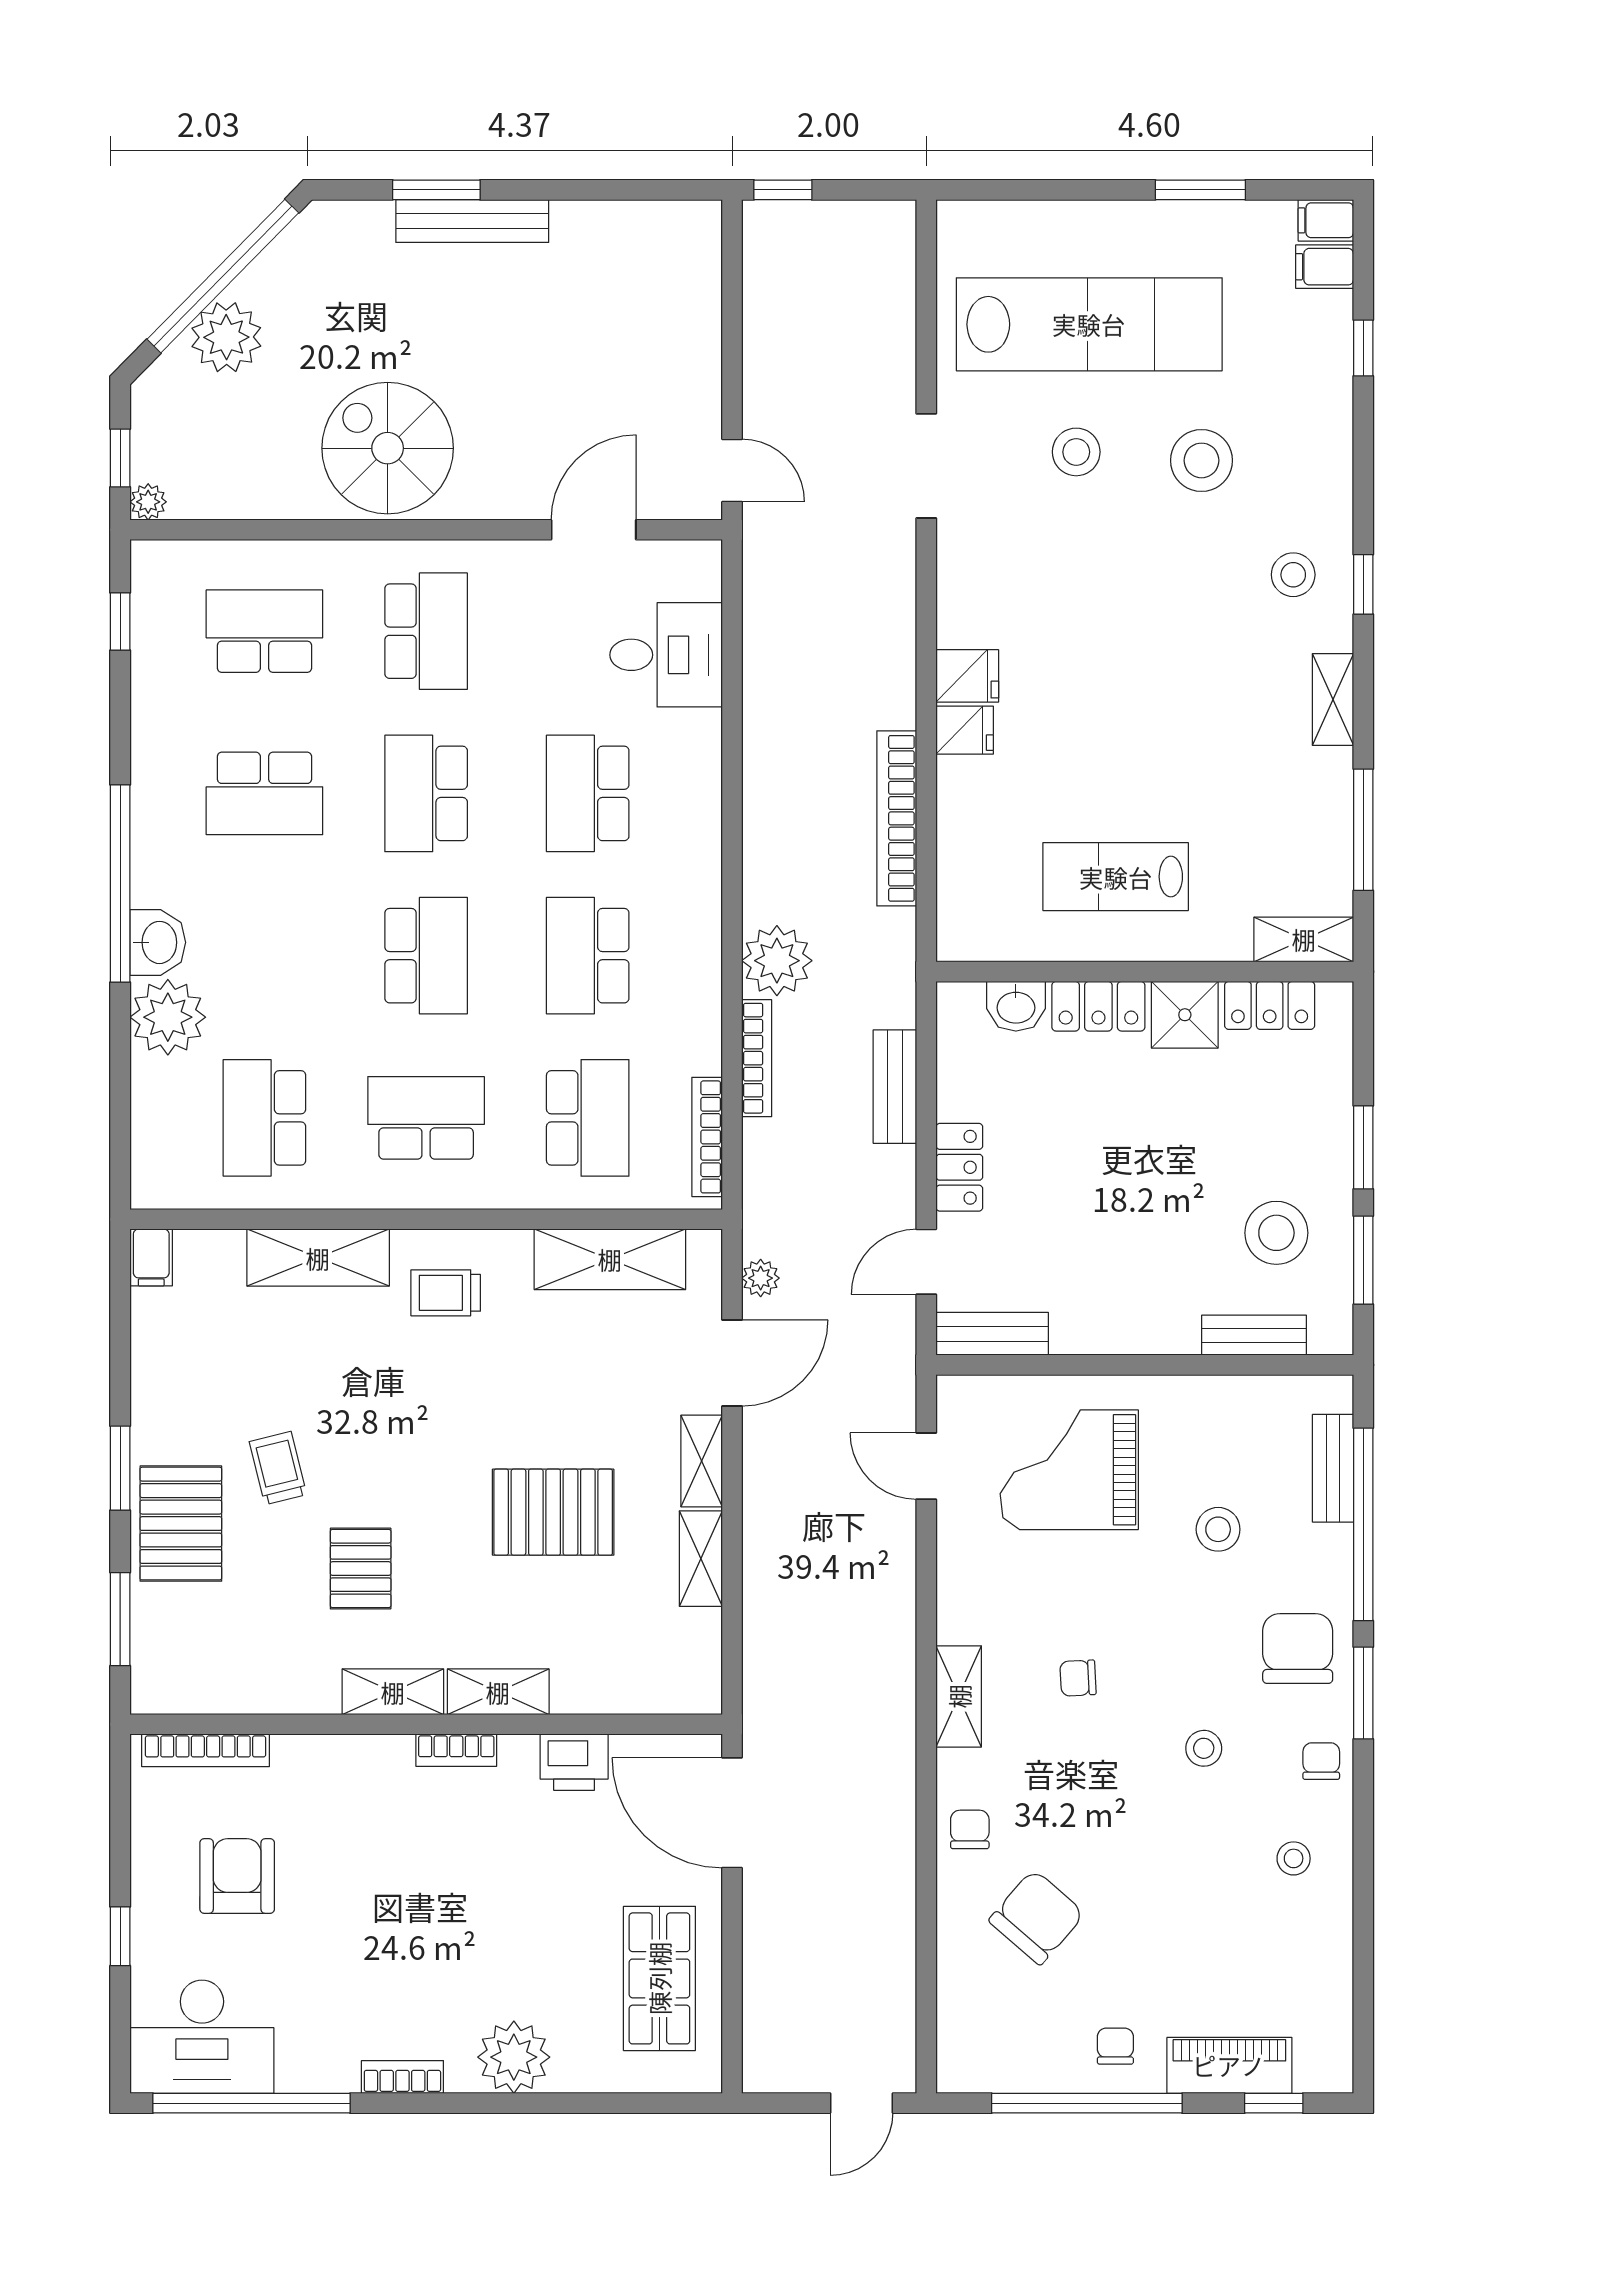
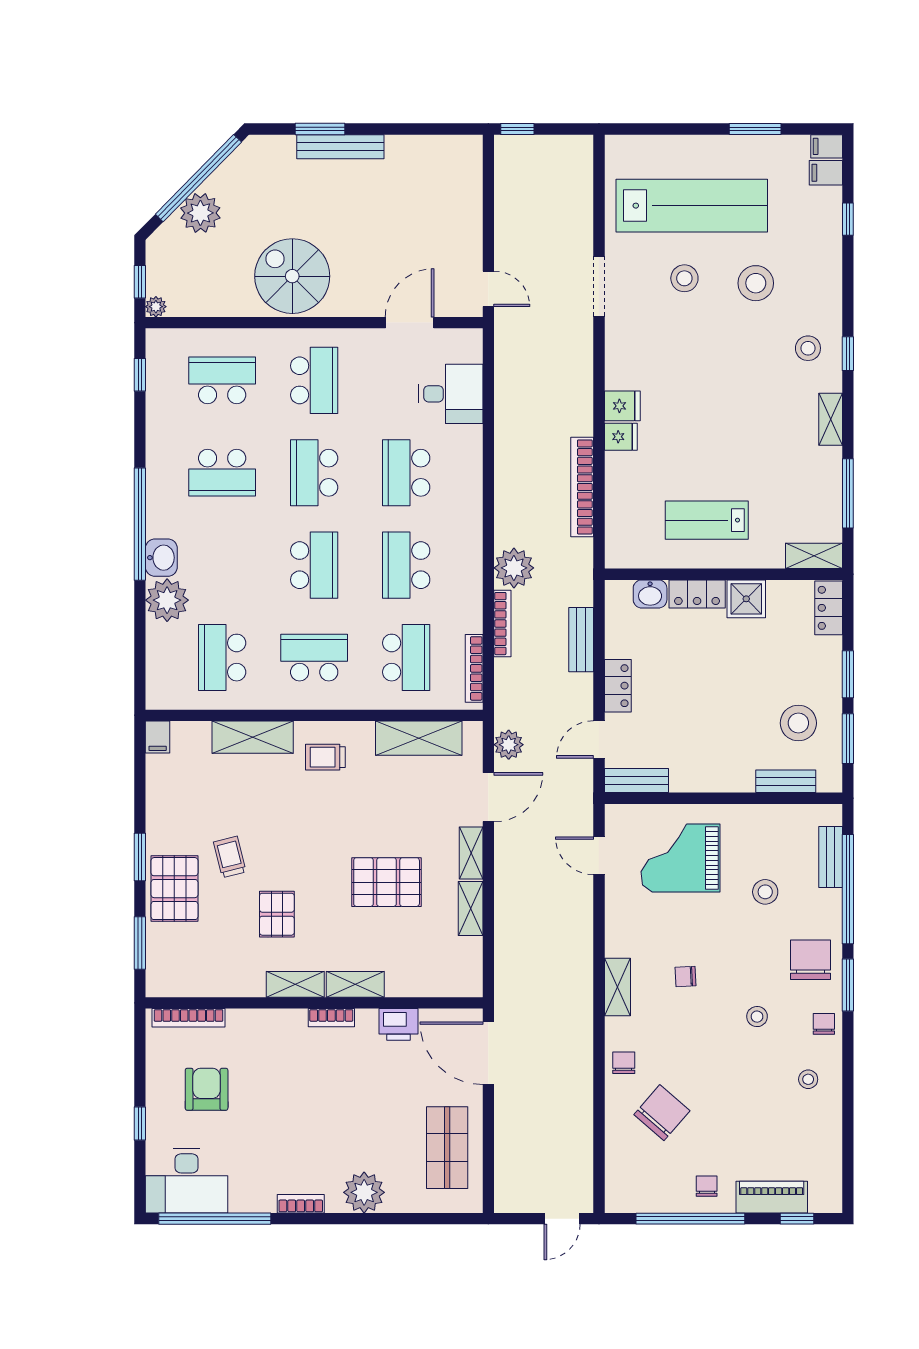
locker: (1270, 1005) -> (829, 608), moved, turned 90
plant: (761, 1278) -> (509, 745), width x1.38, depth x1.38

